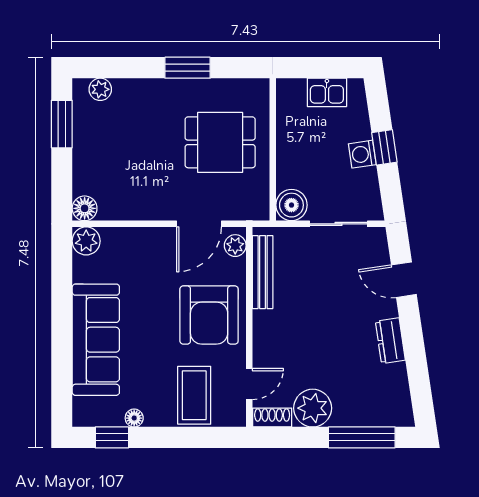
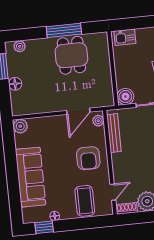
window: (188, 68) -> (64, 30), width x1.44
kitchen sink: (327, 92) -> (125, 37), moved
dining table: (220, 142) -> (71, 55), moved, turned 90
floor lamp: (85, 208) -> (15, 84), moved
armchair: (209, 315) -> (88, 158), width x0.73, depth x0.73

